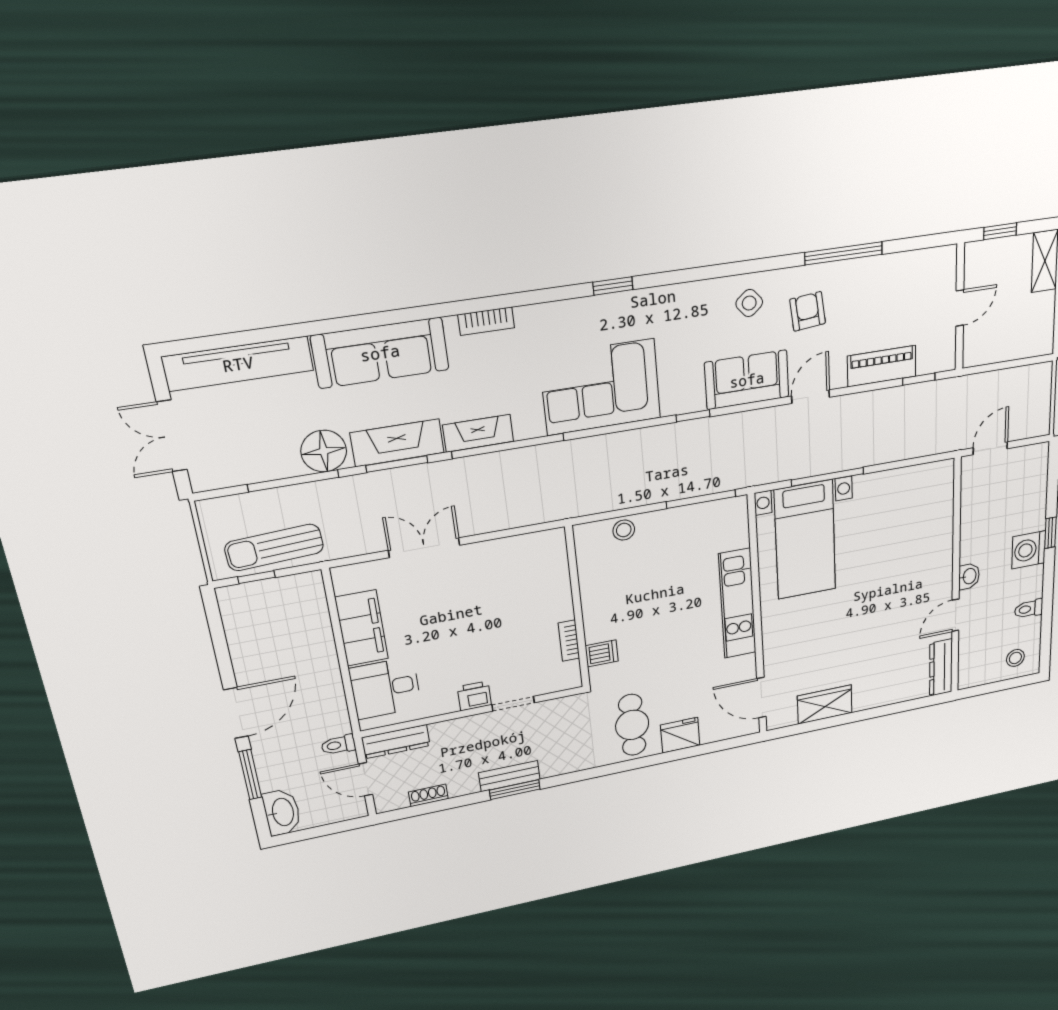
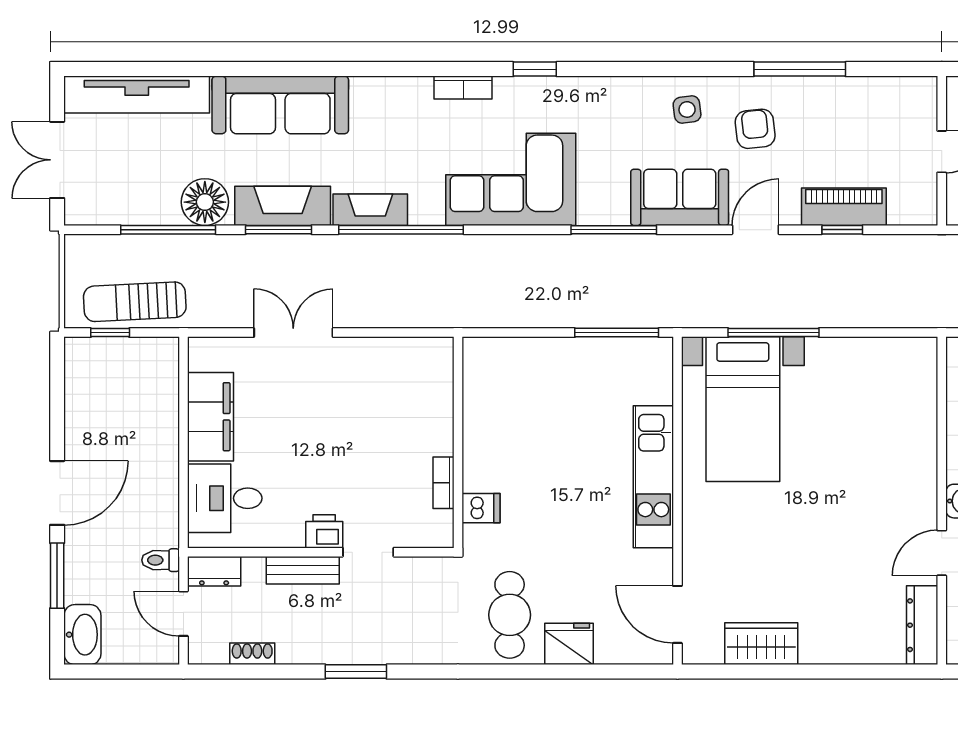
side table: (749, 303) -> (687, 109), turned 33
bookcase: (486, 321) -> (463, 87), moved
window: (919, 379) -> (842, 230), moved
window: (693, 416) -> (614, 230), width x2.17
stool: (624, 530) -> (522, 354), removed
dresser: (396, 742) -> (214, 571), width x0.70
bench: (509, 776) -> (303, 570), moved

